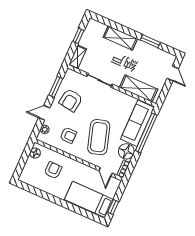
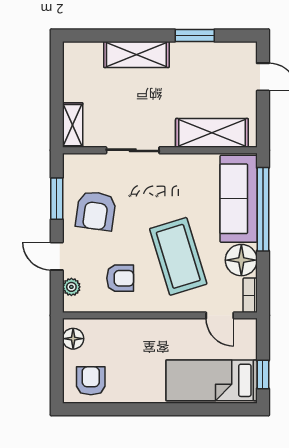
window: (78, 36) -> (57, 85), removed
door: (44, 113) -> (57, 256), hinge flipped
armchair: (53, 170) -> (91, 381), moved

